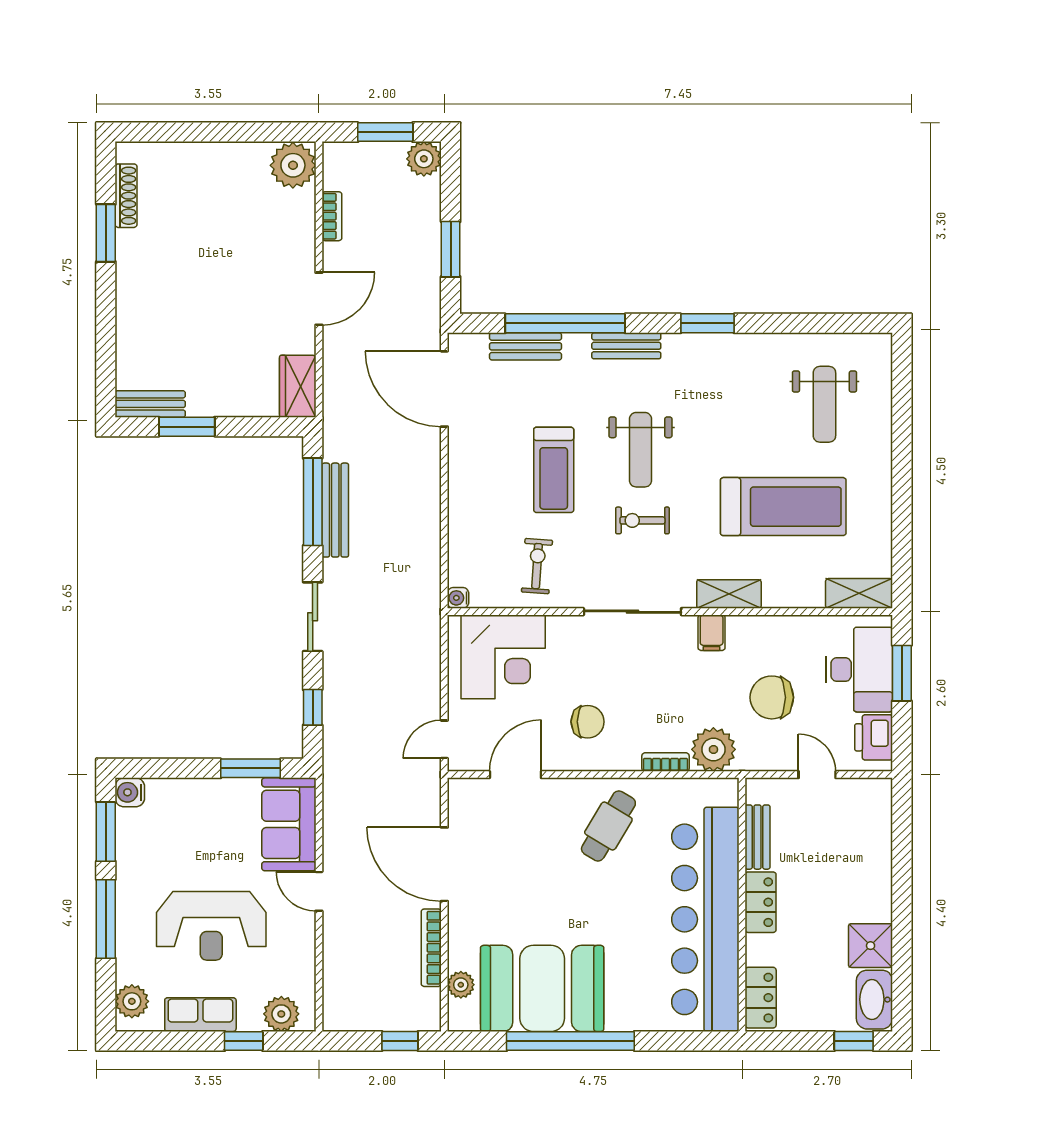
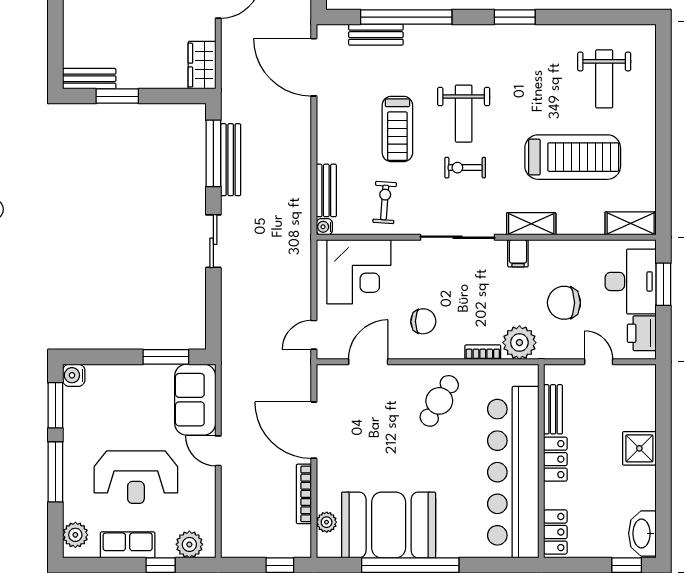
bench: (626, 346) -> (326, 190), moved, turned 90
window: (313, 707) -> (213, 310), removed
shower: (871, 946) -> (639, 448), moved

